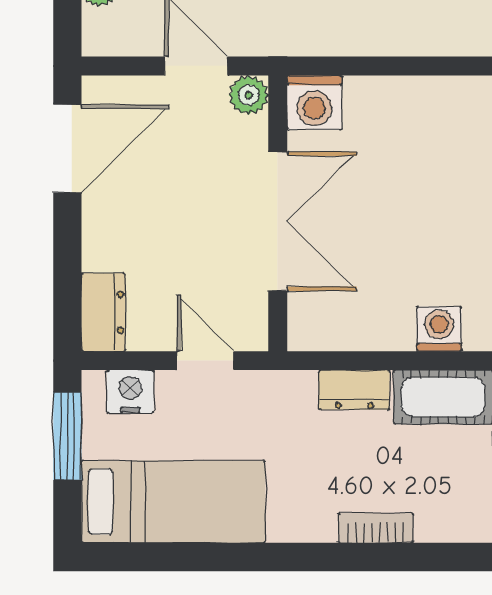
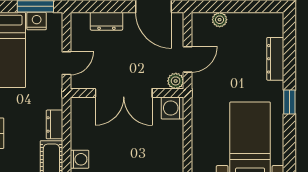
dresser: (103, 312) -> (106, 21), moved
nightstand: (130, 391) -> (37, 21), moved, turned -90

